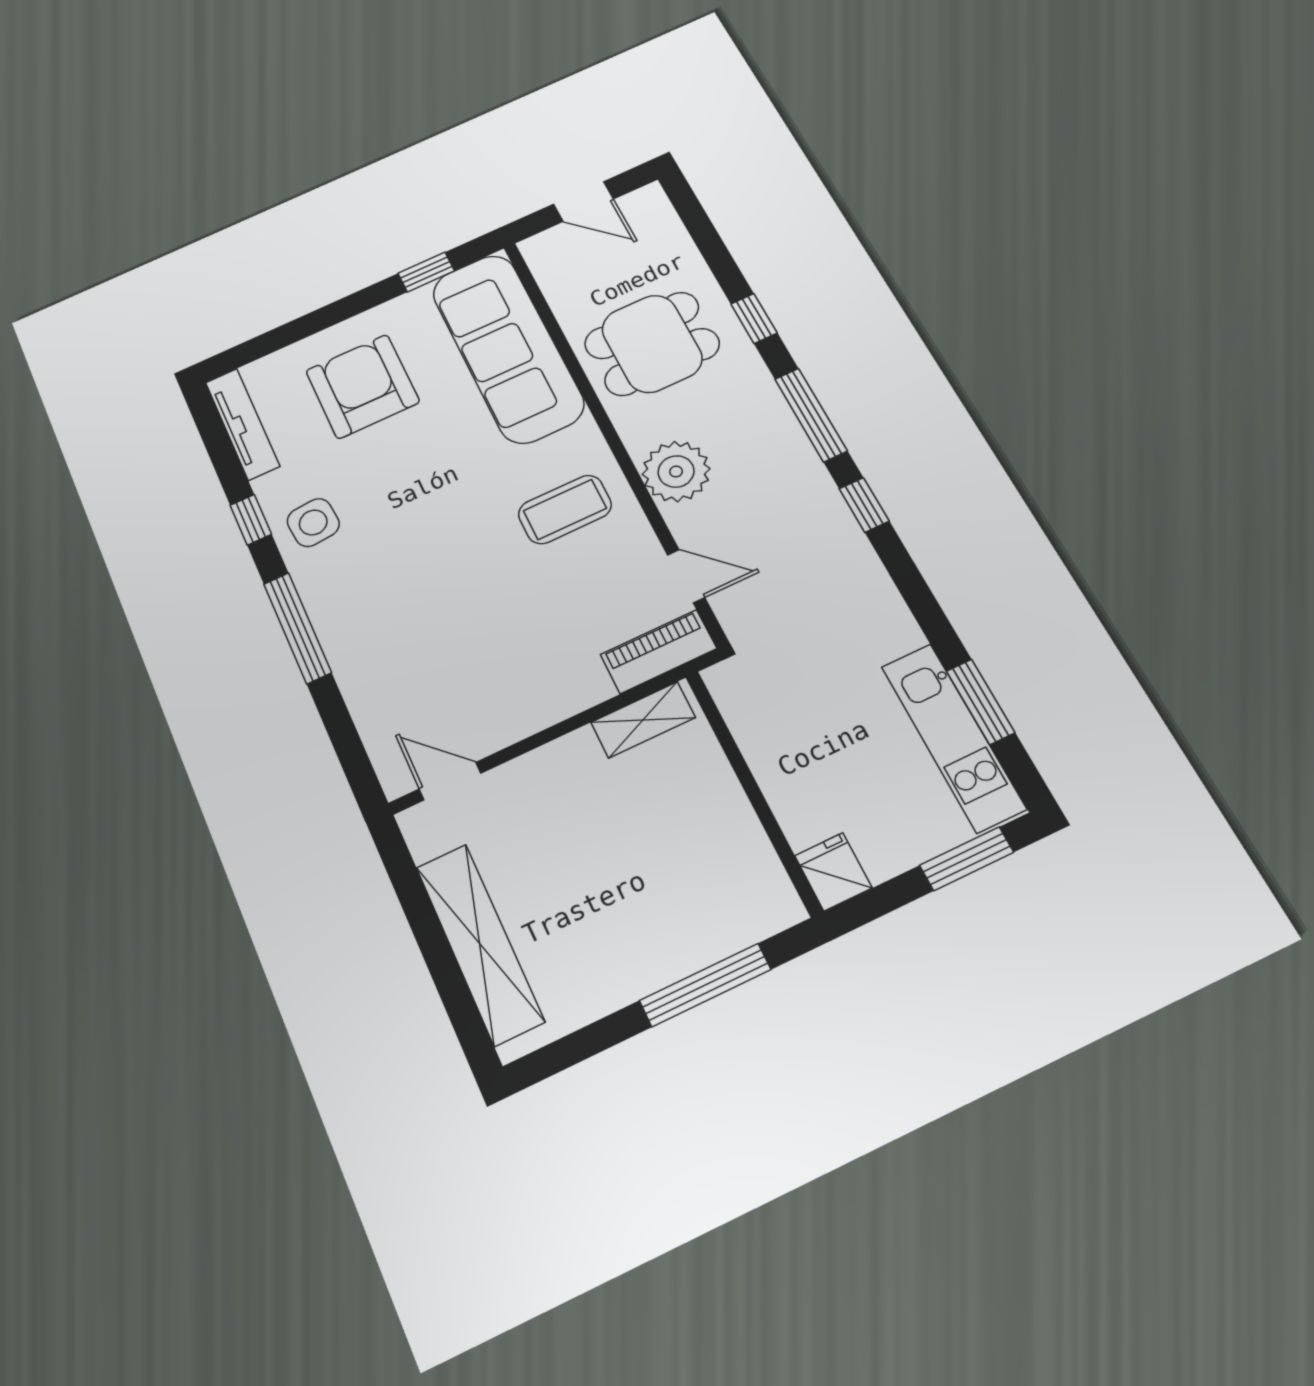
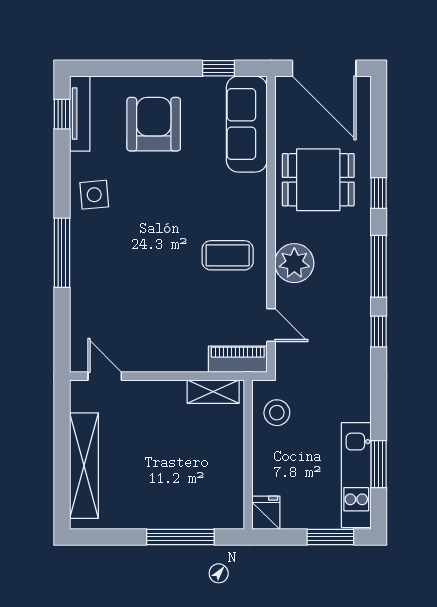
door: (583, 202) -> (324, 68), width x1.88
sofa: (508, 348) -> (247, 124), width x0.74, depth x0.79
window: (251, 520) -> (62, 114), moved
stool: (766, 702) -> (277, 413), added

